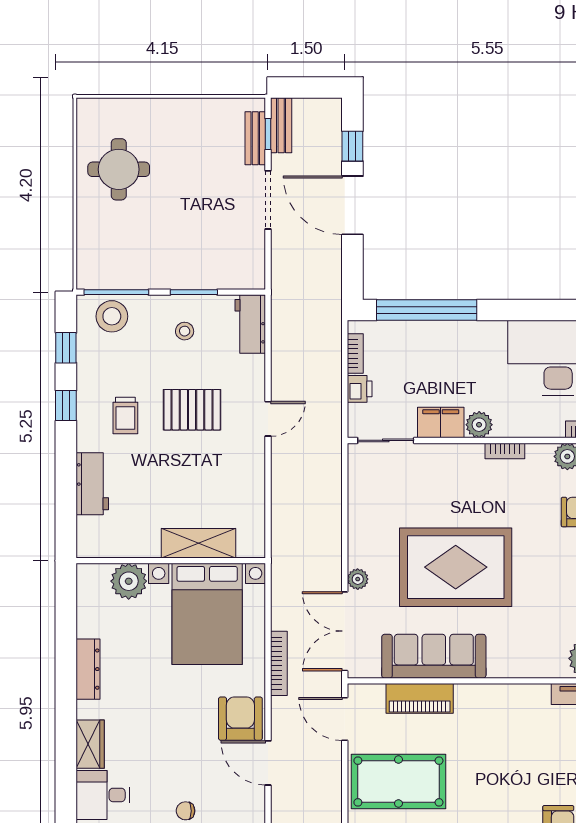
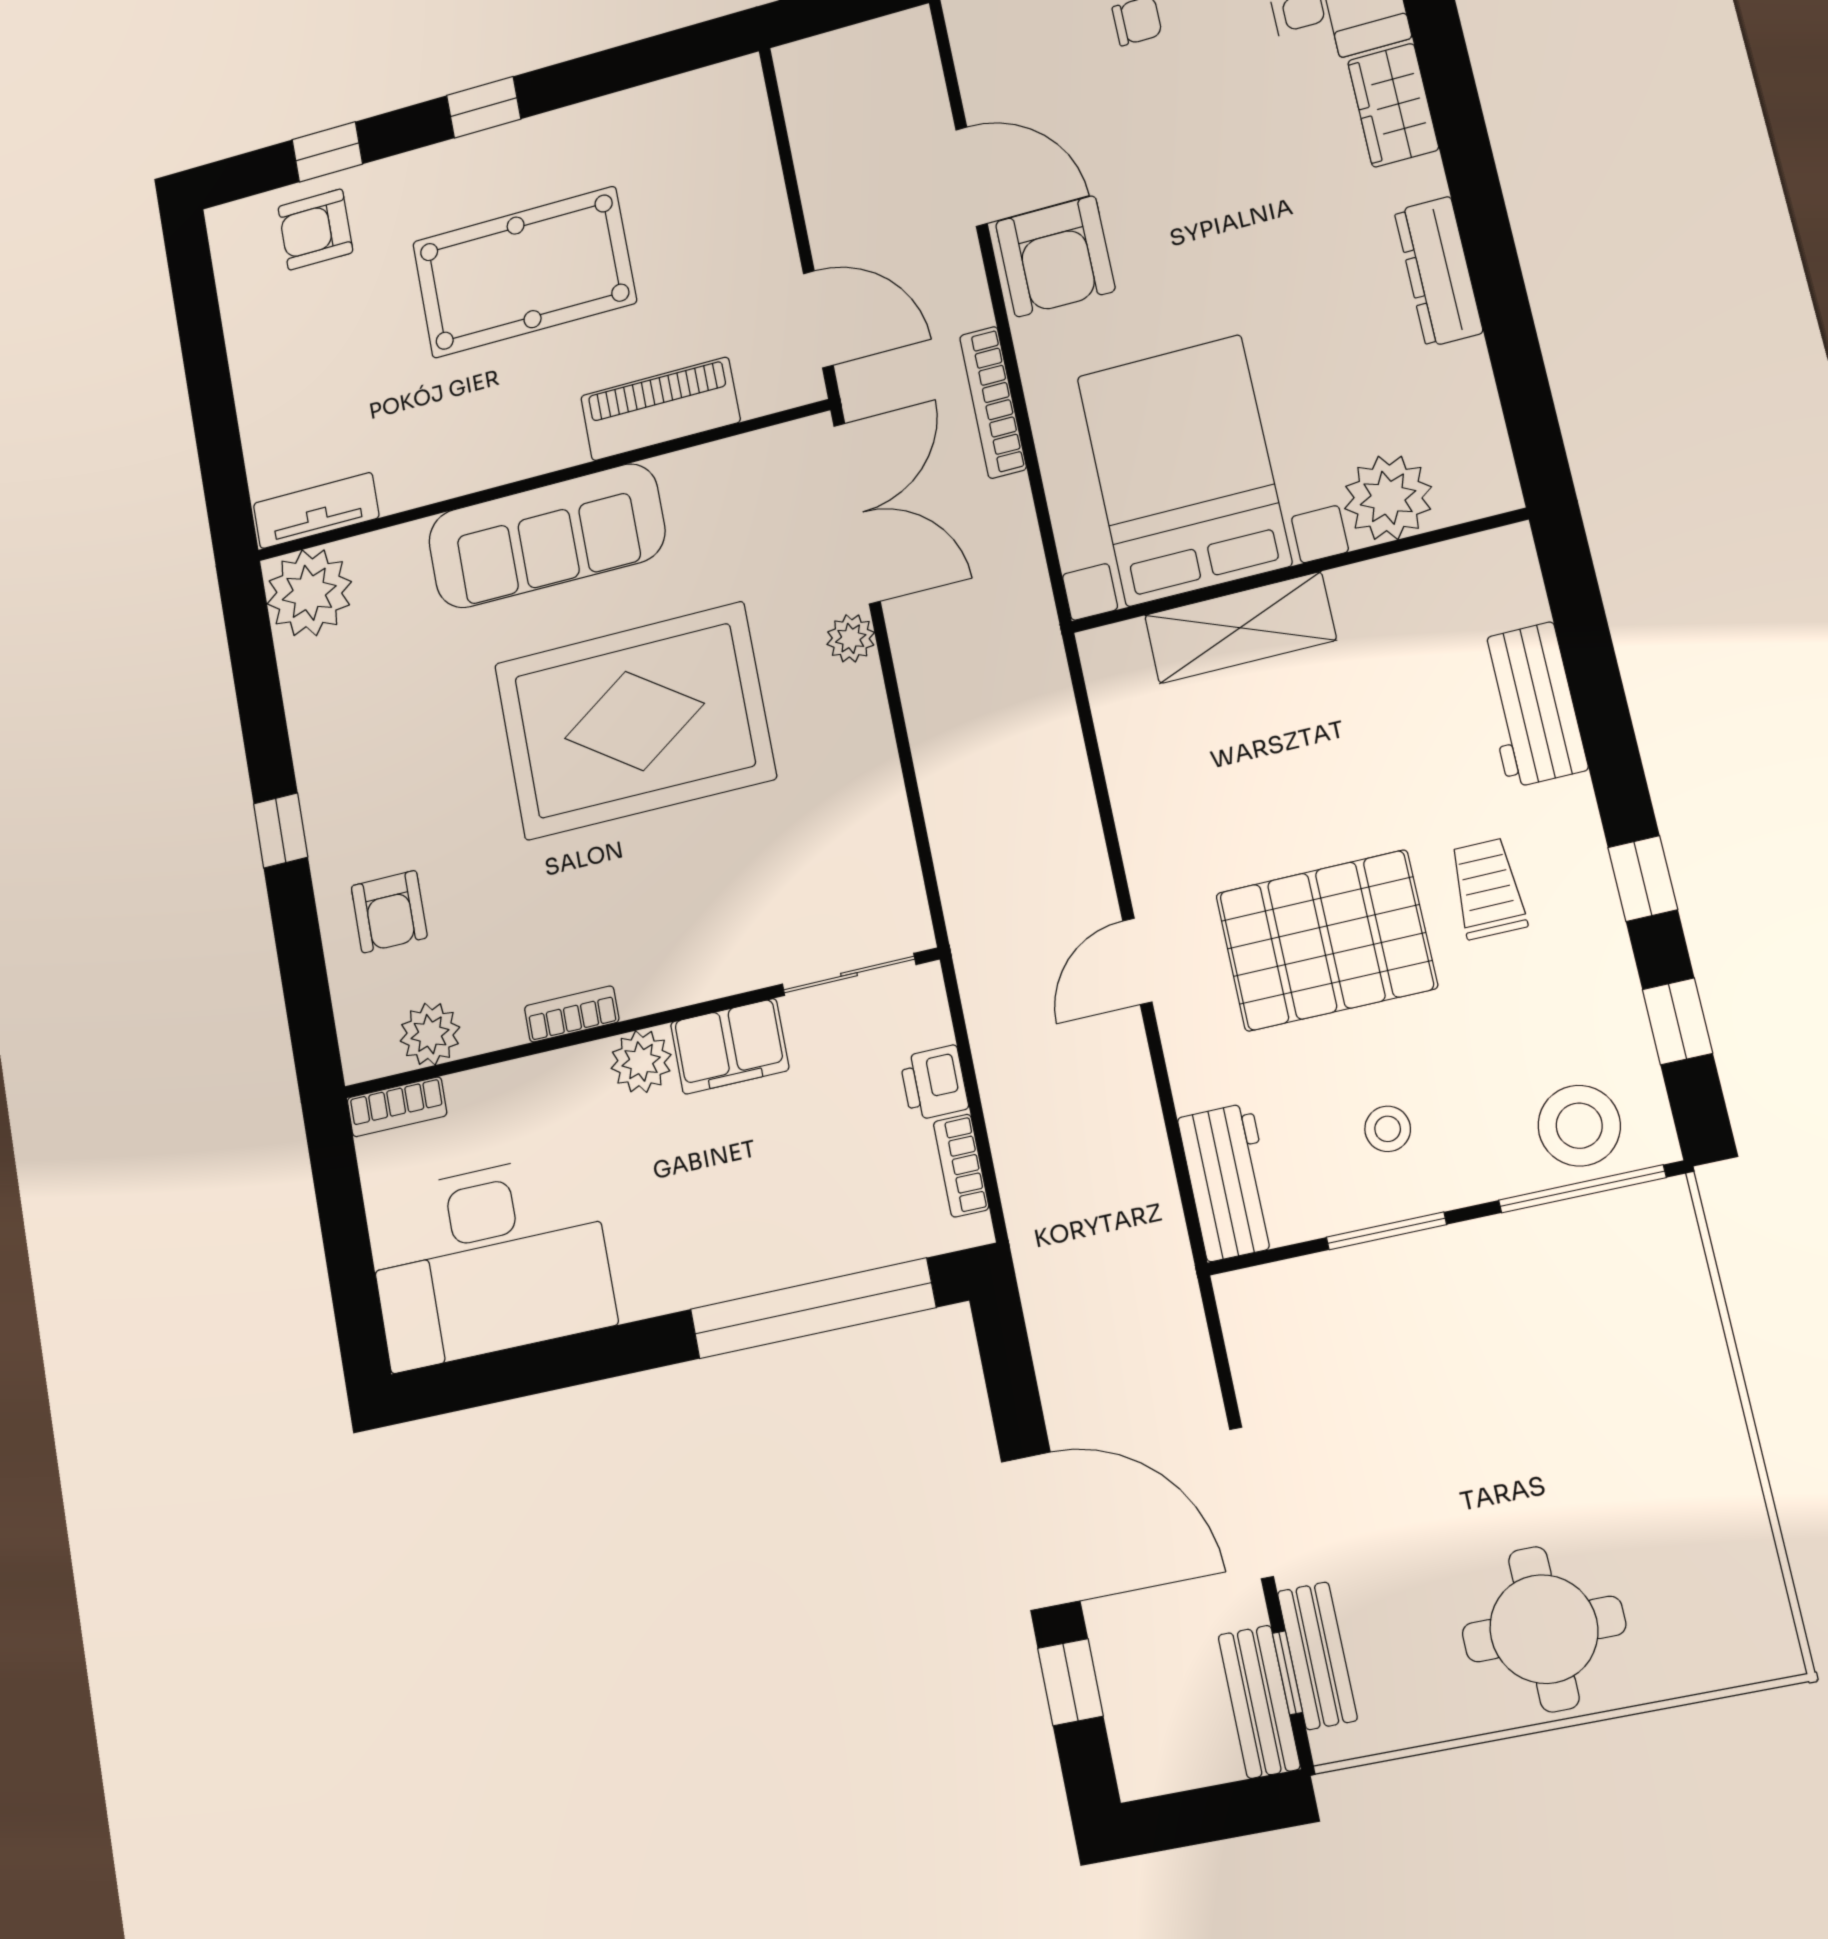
round table: (119, 169) -> (1544, 1629), moved
pallet: (192, 410) -> (1326, 941), width x1.37, depth x1.41
sofa: (434, 656) -> (546, 536), moved
pool table: (398, 782) -> (524, 272), moved

